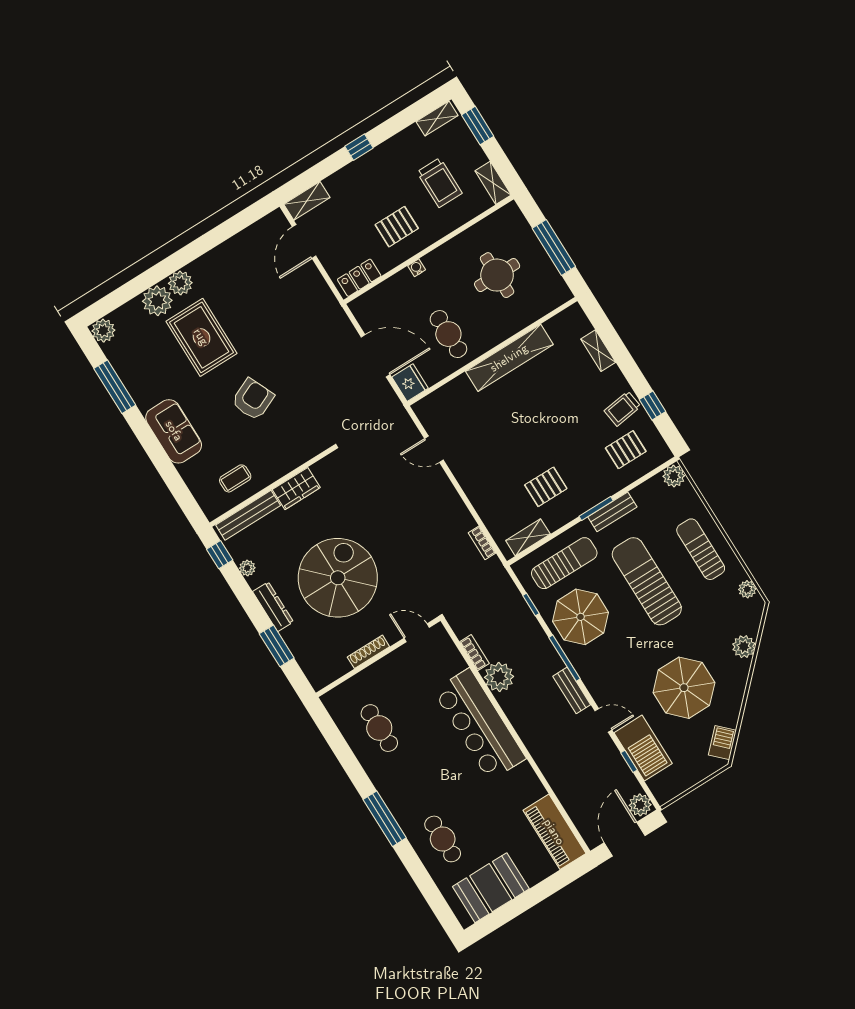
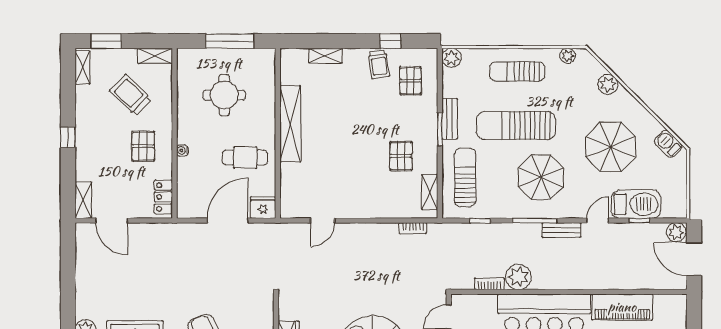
trolley: (439, 183) -> (130, 95), turned -136
parasol: (581, 617) -> (541, 177), moved
piano: (554, 832) -> (622, 307), moved

